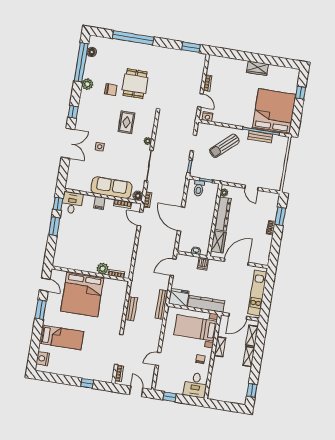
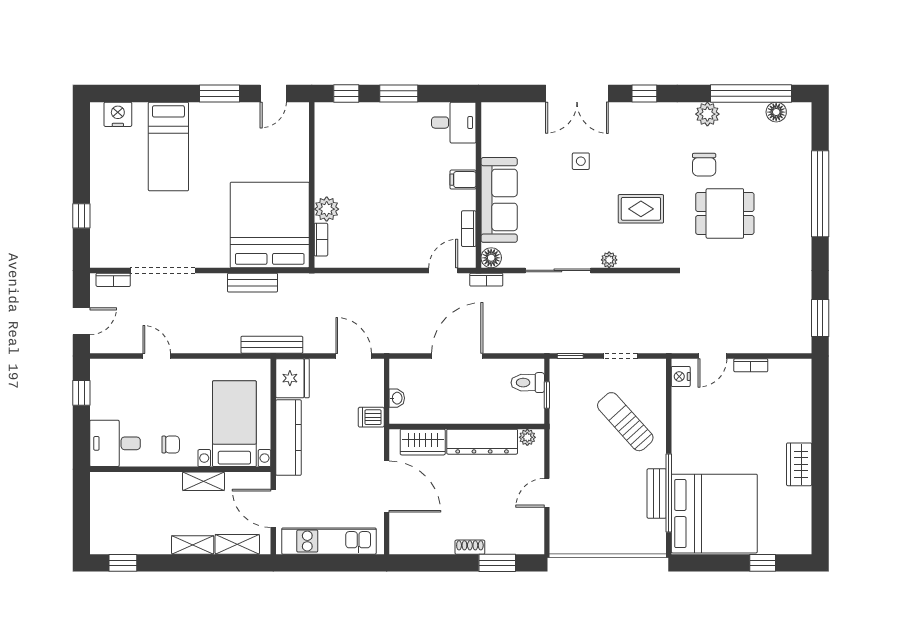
window: (58, 204) -> (346, 93), moved
bed: (82, 294) -> (270, 225), moved, turned 90

